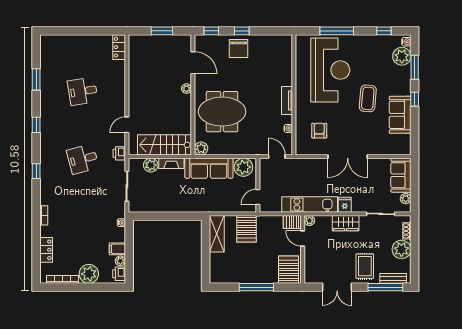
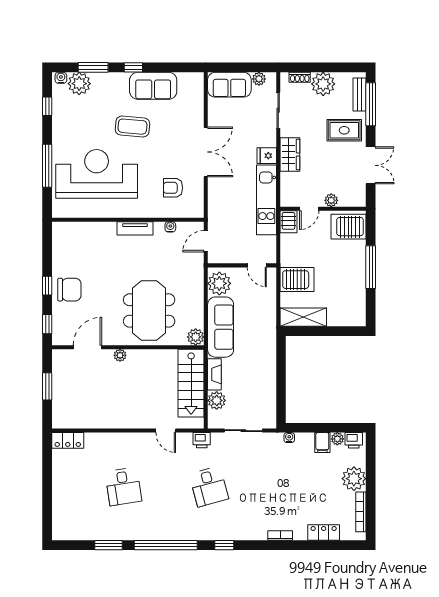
window: (36, 125) -> (166, 545), width x3.17
plant: (309, 221) -> (331, 200), moved

